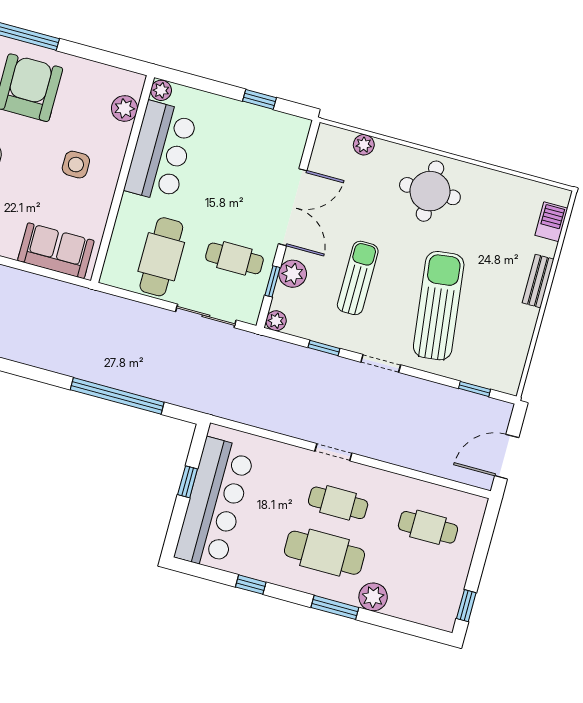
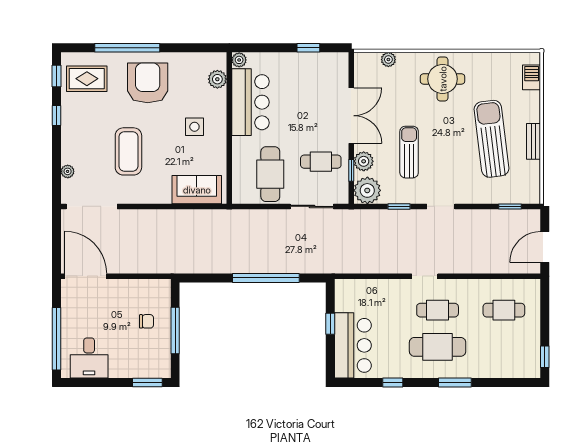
bench: (538, 281) -> (533, 141), moved
sun lounger: (439, 306) -> (492, 139), moved
plant: (276, 321) -> (367, 190), width x1.88, depth x1.88
bar counter: (215, 503) -> (353, 345), width x0.73
plant: (373, 597) -> (479, 368), removed

